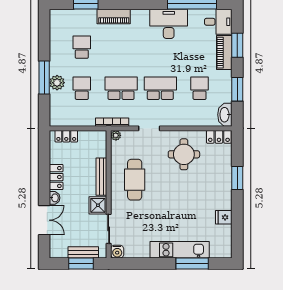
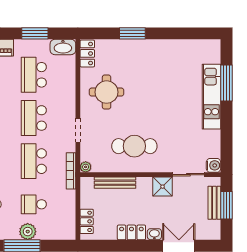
school desk: (200, 88) -> (34, 75), width x1.85
bench: (101, 177) -> (115, 183), moved
fridge: (224, 217) -> (176, 48), removed

